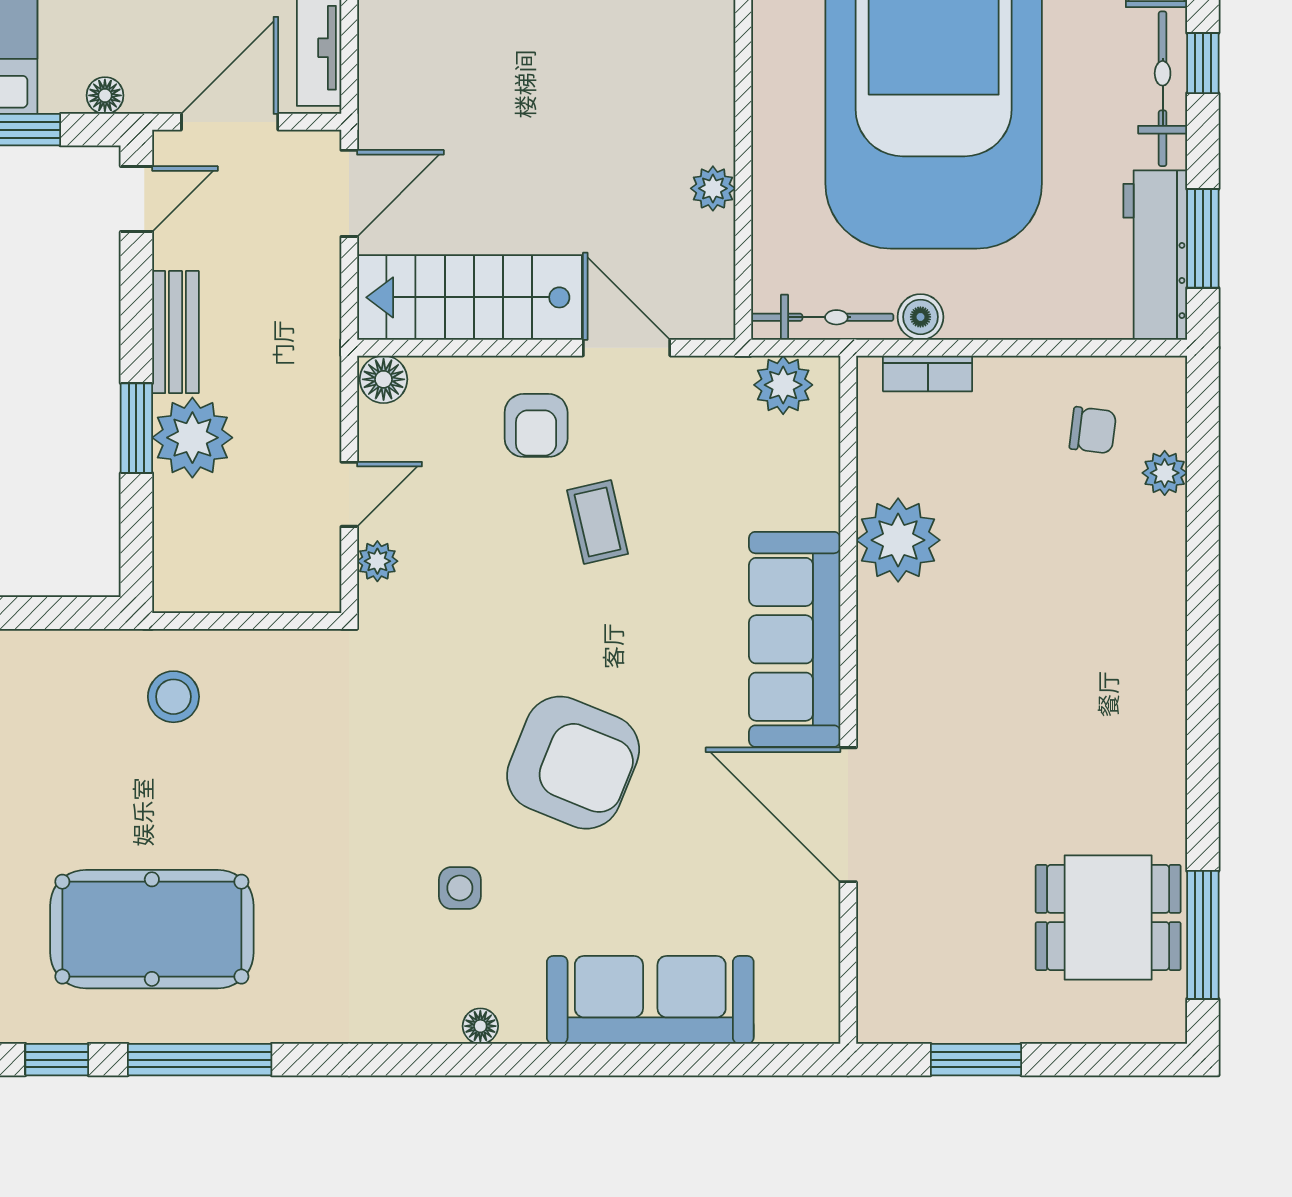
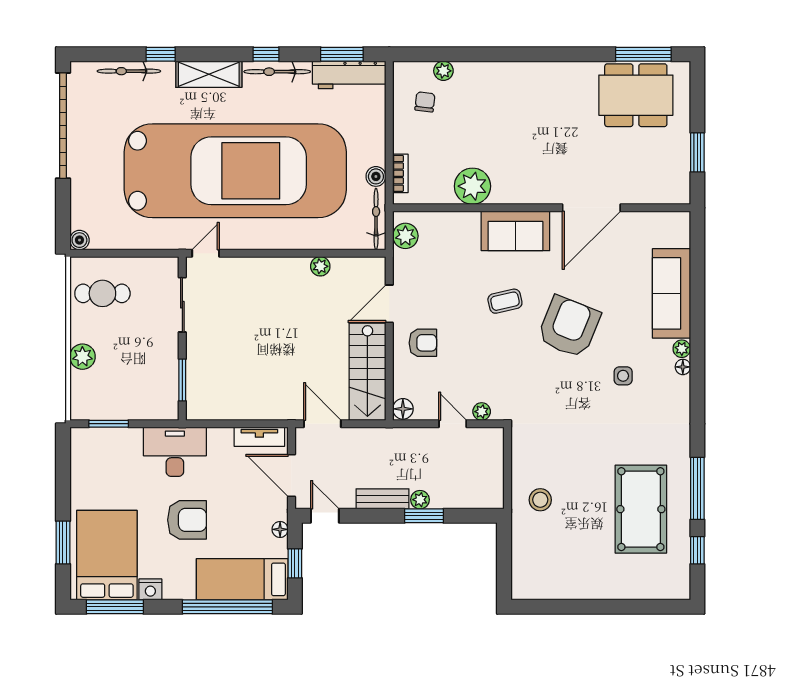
plant: (192, 438) -> (420, 500), width x0.53, depth x0.53
coffee table: (598, 522) -> (505, 301), moved
sofa: (795, 639) -> (515, 231), width x0.73
dining table: (1108, 917) -> (636, 95), width x1.38
plant: (522, 1024) -> (682, 349), added

